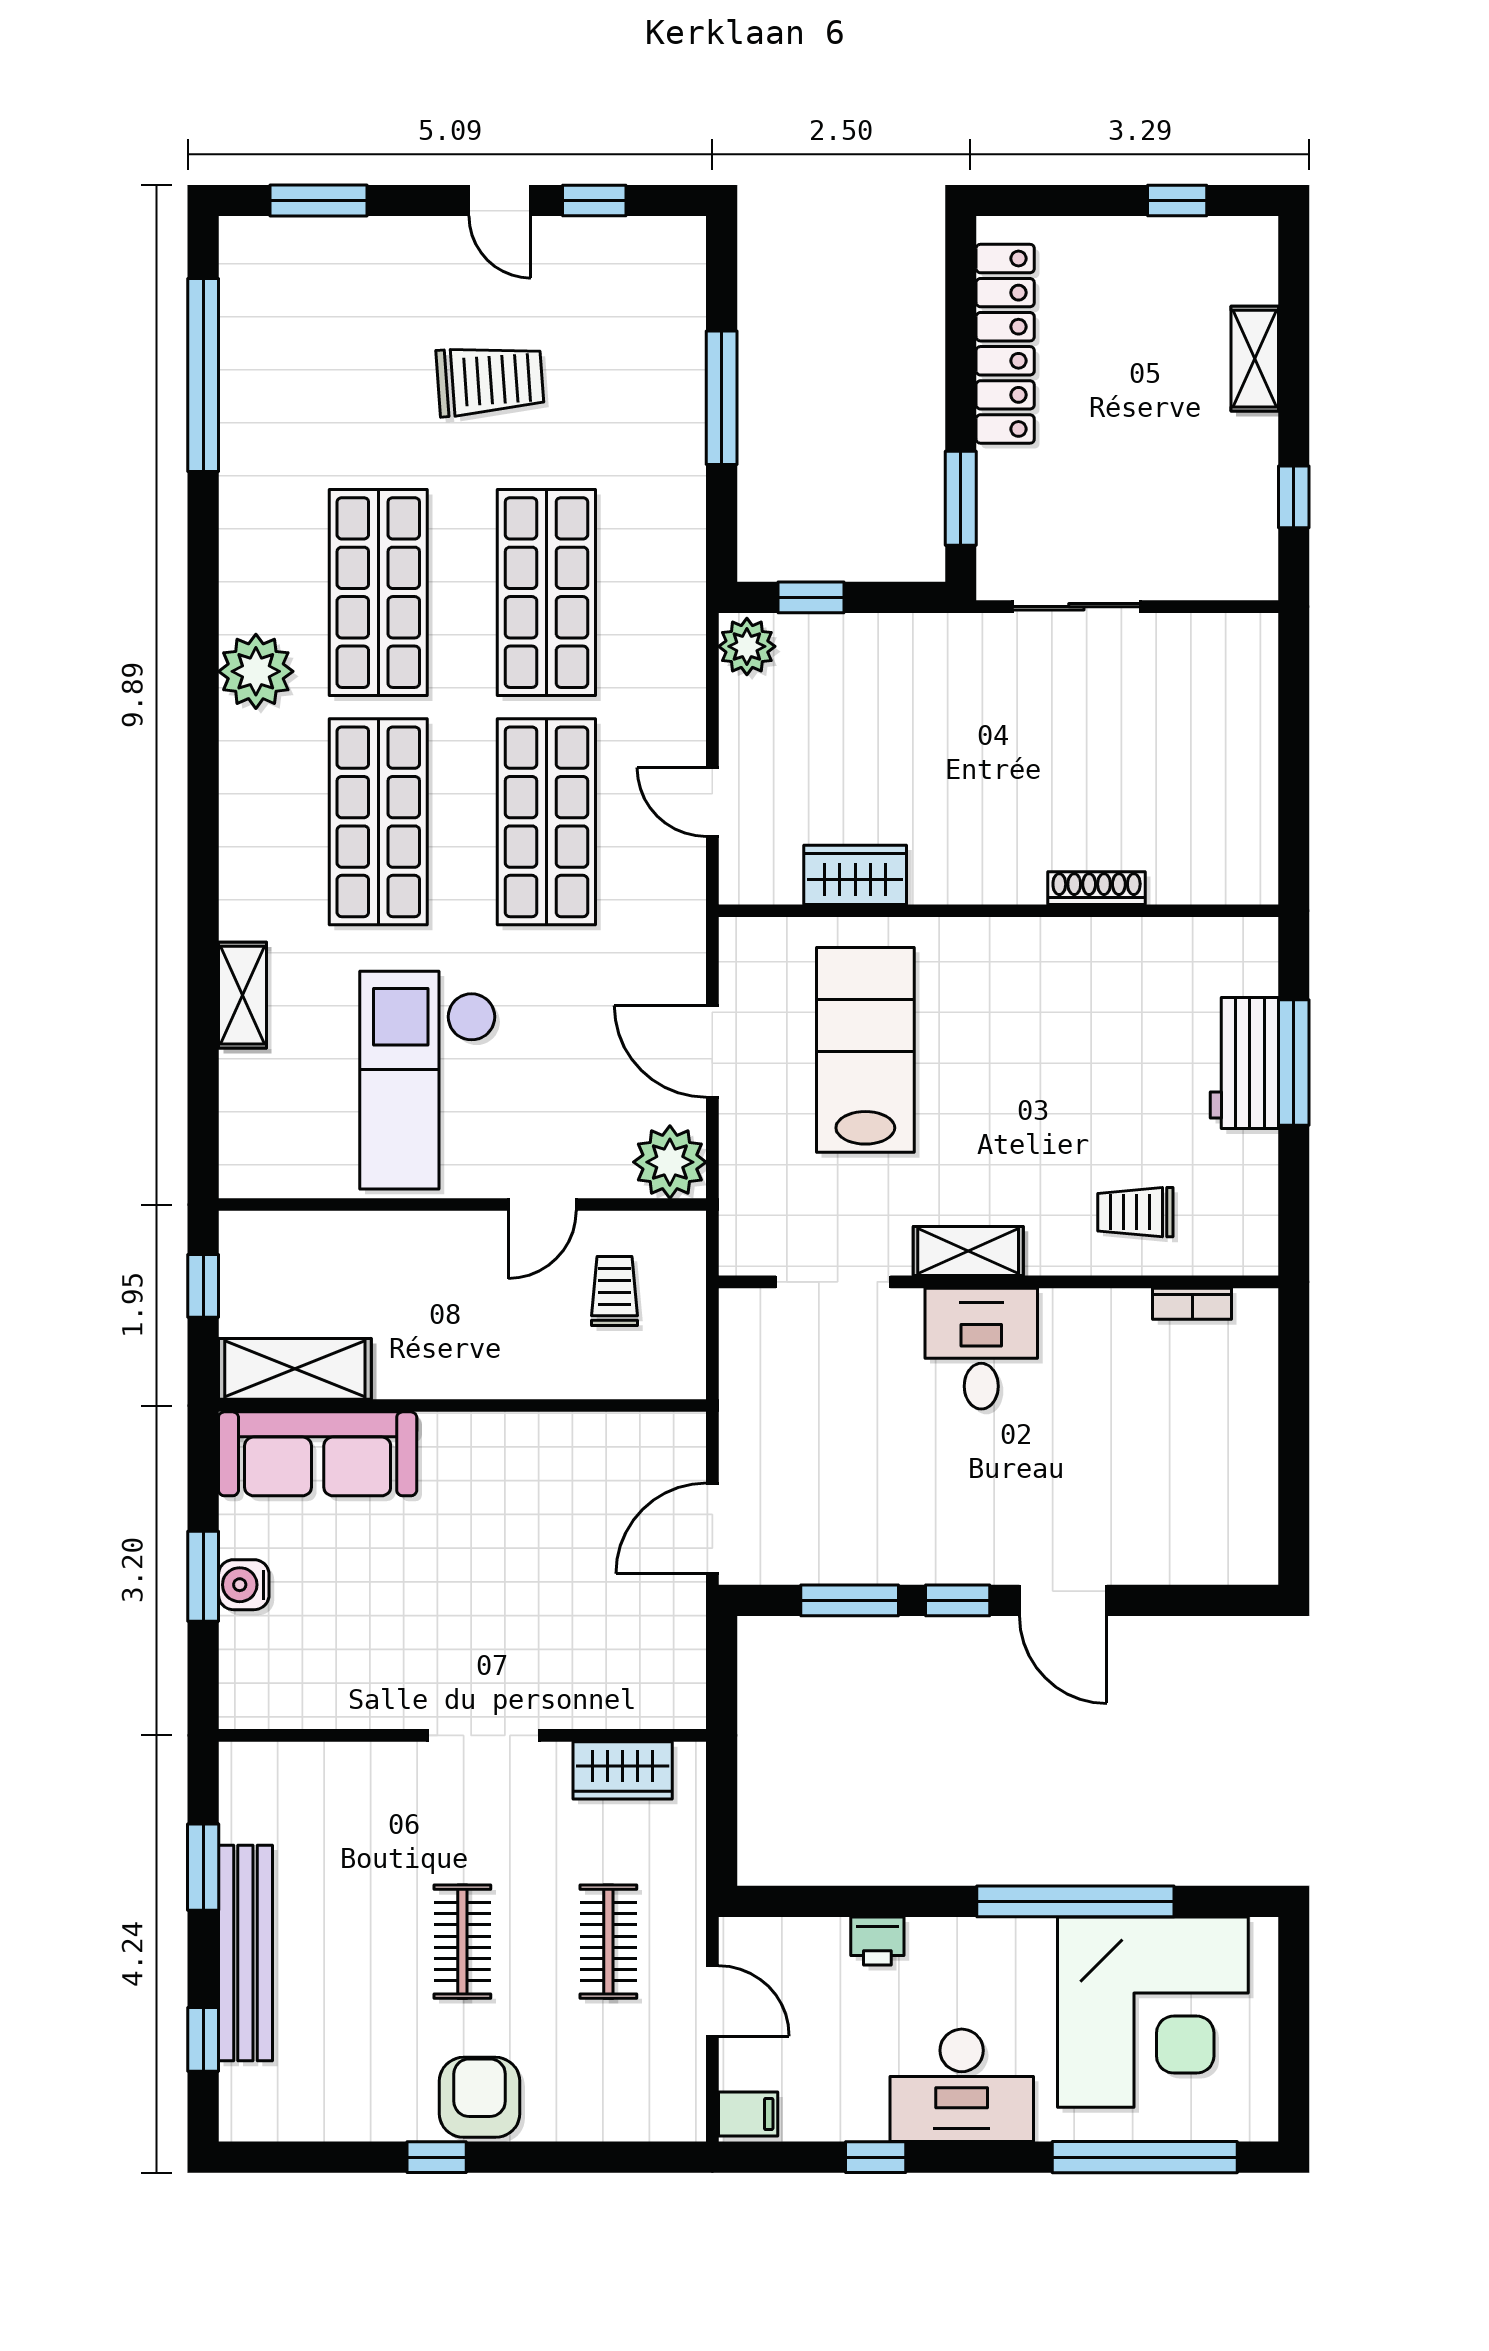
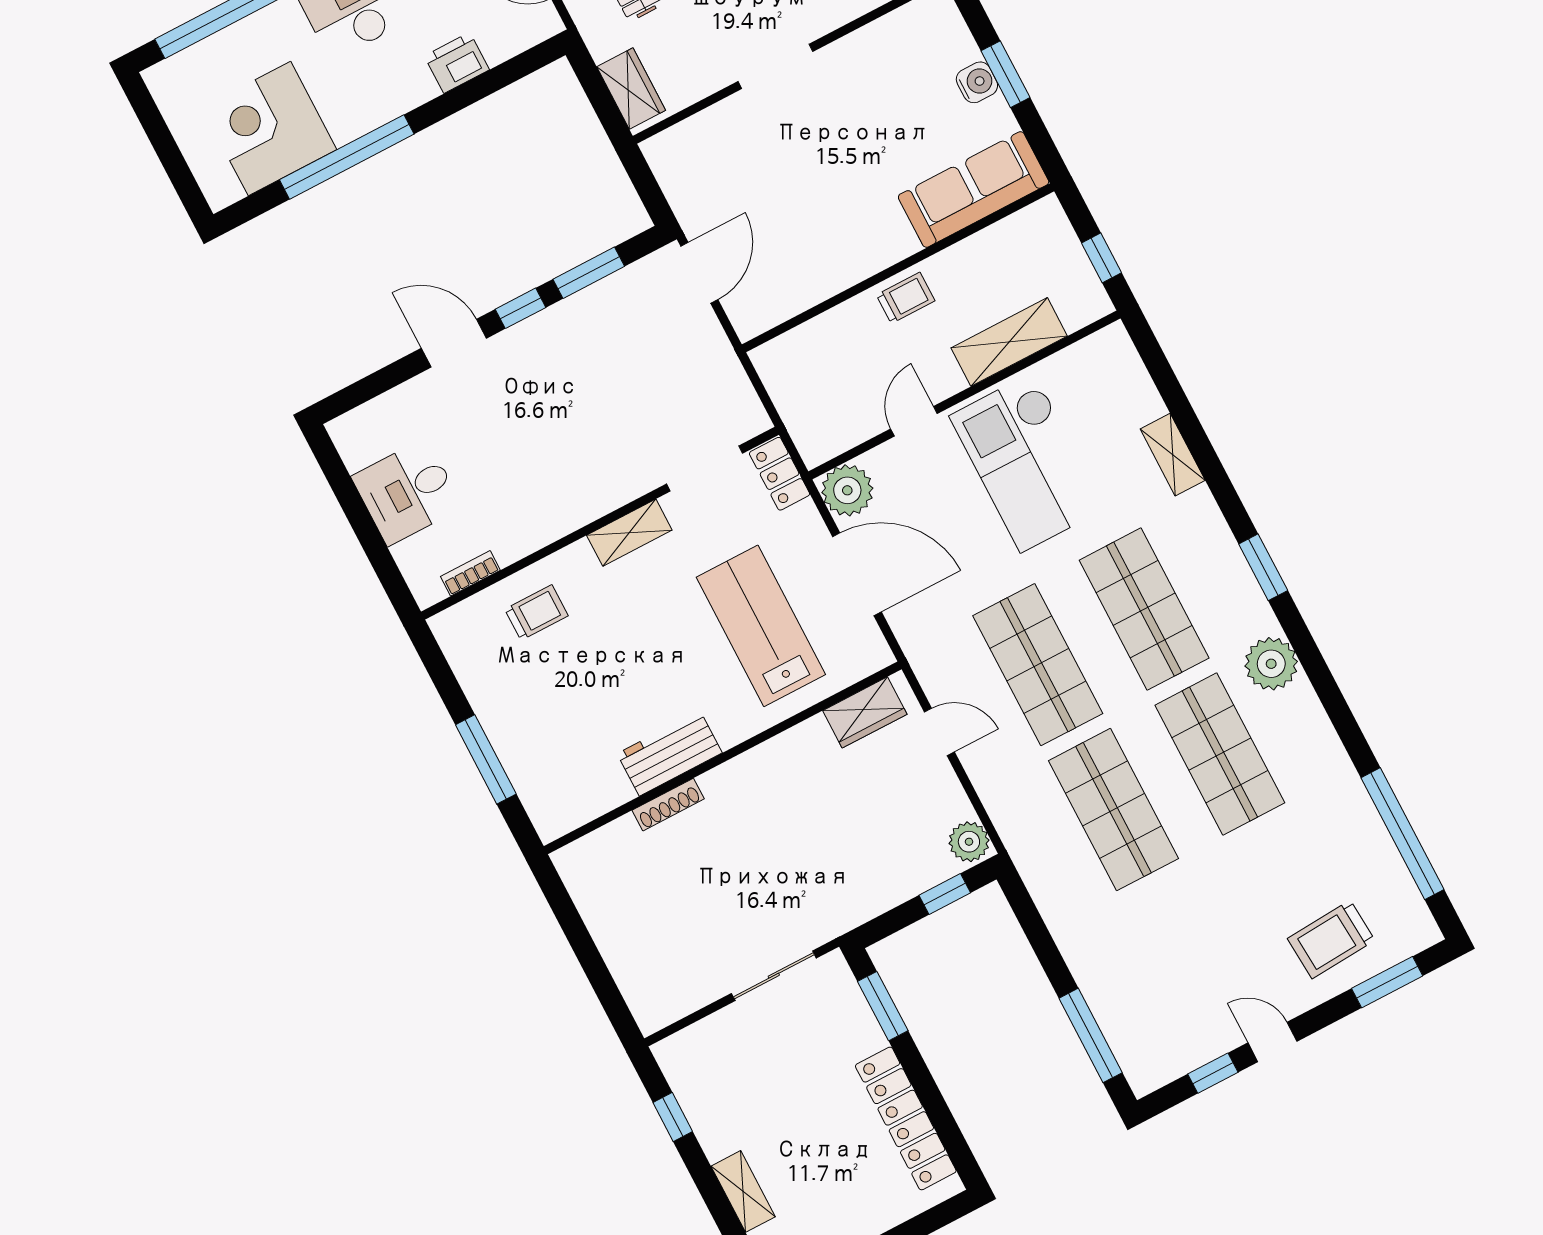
trolley: (490, 380) -> (1331, 939), moved
window: (722, 398) -> (1091, 1035), moved
window: (203, 796) -> (1263, 567), added
wardrobe: (855, 875) -> (865, 712), moved
lab bench: (865, 1050) -> (761, 626), turned 180
door: (712, 1051) -> (857, 574), width x1.36
workbench: (1244, 1063) -> (670, 753), moved, turned -90
checkout: (428, 1080) -> (1027, 462), turned 180
locker: (743, 1227) -> (780, 474), added
trolley: (615, 1291) -> (906, 298), moved, turned -90
desk: (981, 1349) -> (407, 492), moved, turned 90
shelving: (295, 1369) -> (1009, 342), moved
wardrobe: (623, 1770) -> (631, 89), moved, turned 90
printer: (877, 1941) -> (457, 63), width x1.36, depth x1.24
corner desk: (1153, 2012) -> (269, 129), width x0.74, depth x0.74

